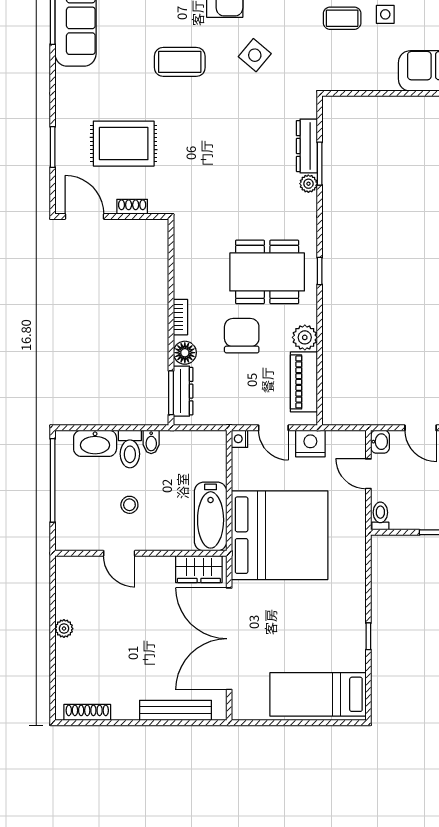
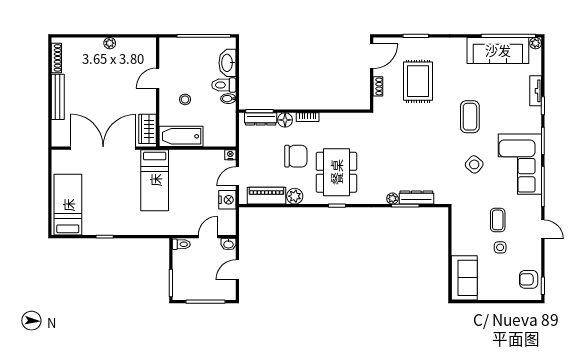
stool: (129, 505) -> (185, 99), moved
bed: (280, 535) -> (155, 180), width x0.49
bench: (176, 710) -> (58, 97), moved

